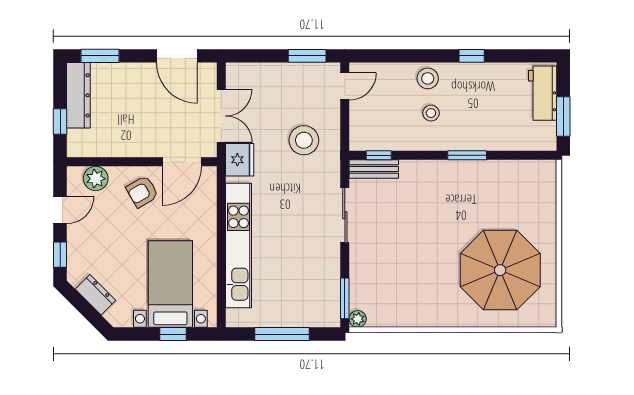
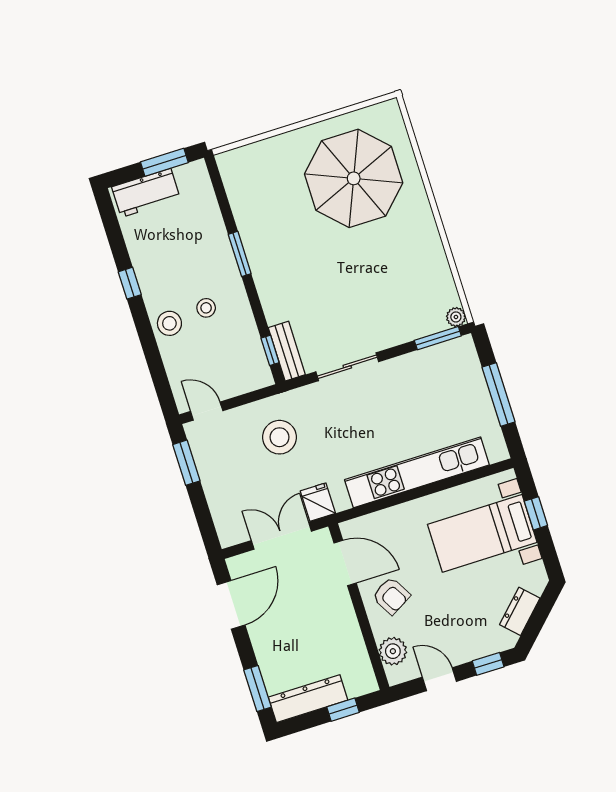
fridge: (240, 160) -> (318, 502), width x0.72

